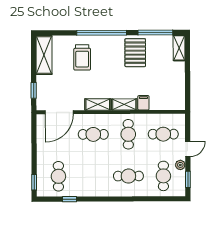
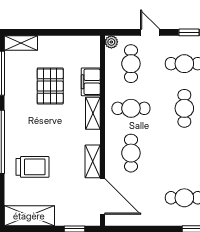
pallet: (135, 53) -> (50, 86), moved, turned 90
filing cabinet: (143, 103) -> (91, 82), width x2.00
shelving: (98, 104) -> (93, 161), moved
plant: (180, 165) -> (111, 42), moved

